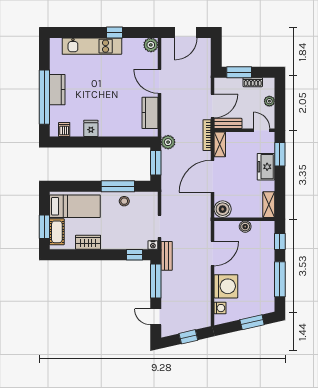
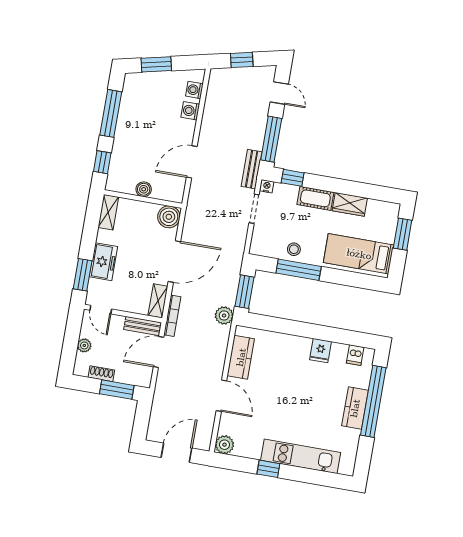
cot: (57, 232) -> (315, 198), moved, turned 90
washing machine: (226, 286) -> (190, 111), width x0.53, depth x0.53

